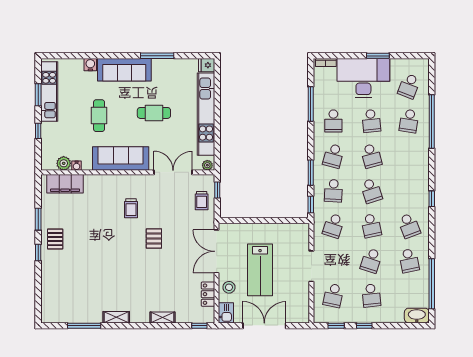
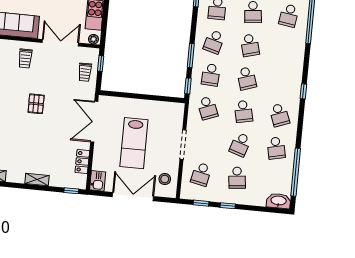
trolley: (131, 208) -> (25, 58), moved
school desk: (333, 226) -> (208, 108), turned -39
stool: (229, 287) -> (165, 179), moved

